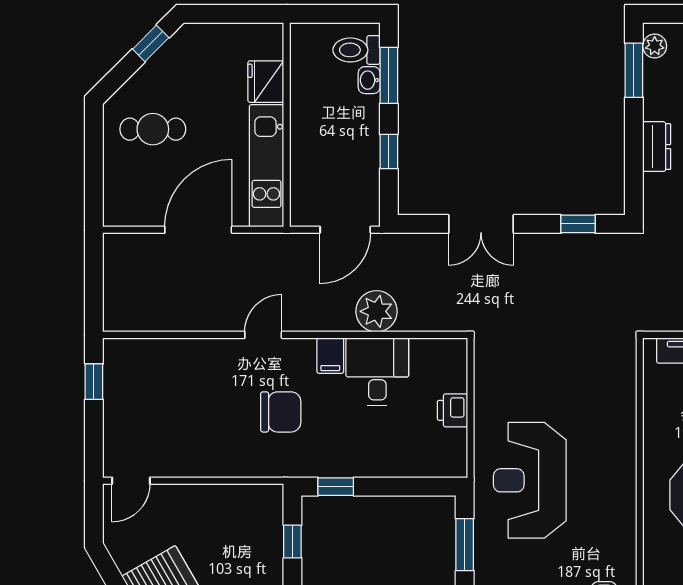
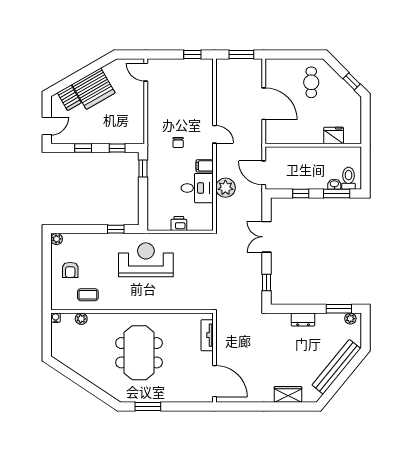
kitchen unit: (266, 166) -> (294, 136), removed
window: (94, 278) -> (241, 55), added
chair: (281, 412) -> (178, 143), width x0.54, depth x0.54
window: (465, 545) -> (116, 229), width x0.67

